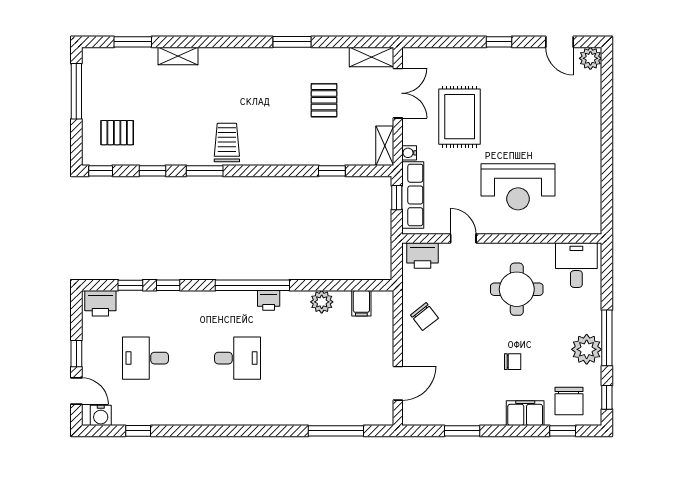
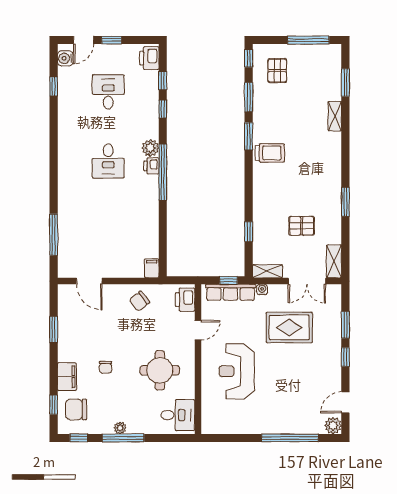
window: (456, 42) -> (345, 325), added
window: (607, 116) -> (290, 438), added
window: (152, 171) -> (249, 97), width x1.50
printer: (269, 300) -> (151, 166), moved
plant: (322, 302) -> (150, 148), moved
filing cabinet: (361, 303) -> (152, 268), moved, turned 90
plant: (587, 349) -> (120, 428), width x0.53, depth x0.53

